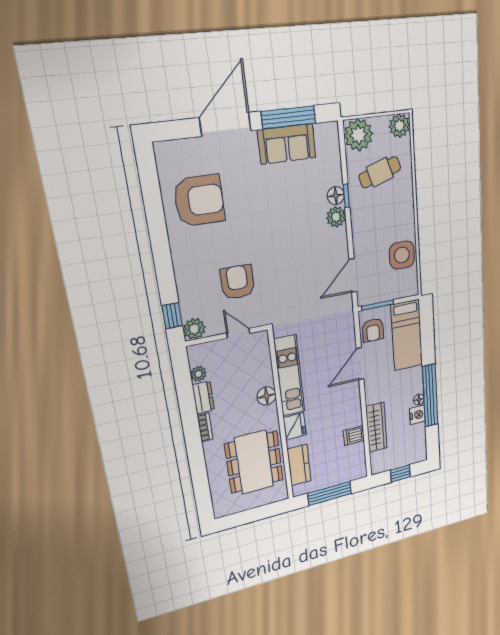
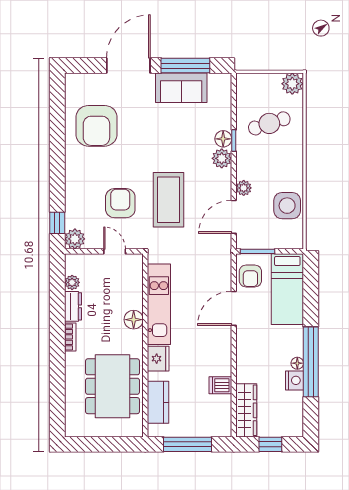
plant: (358, 135) -> (244, 188), moved, width x0.53, depth x0.53
armchair: (199, 201) -> (96, 126), turned 90
coffee table: (287, 270) -> (168, 200), added
wardrobe: (376, 427) -> (246, 410), moved

